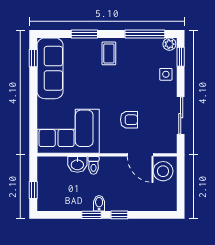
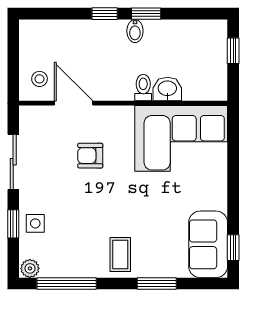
window: (181, 57) -> (13, 224), moved
sofa: (50, 68) -> (208, 244), width x0.73
stool: (163, 171) -> (39, 79), width x0.53, depth x0.53

